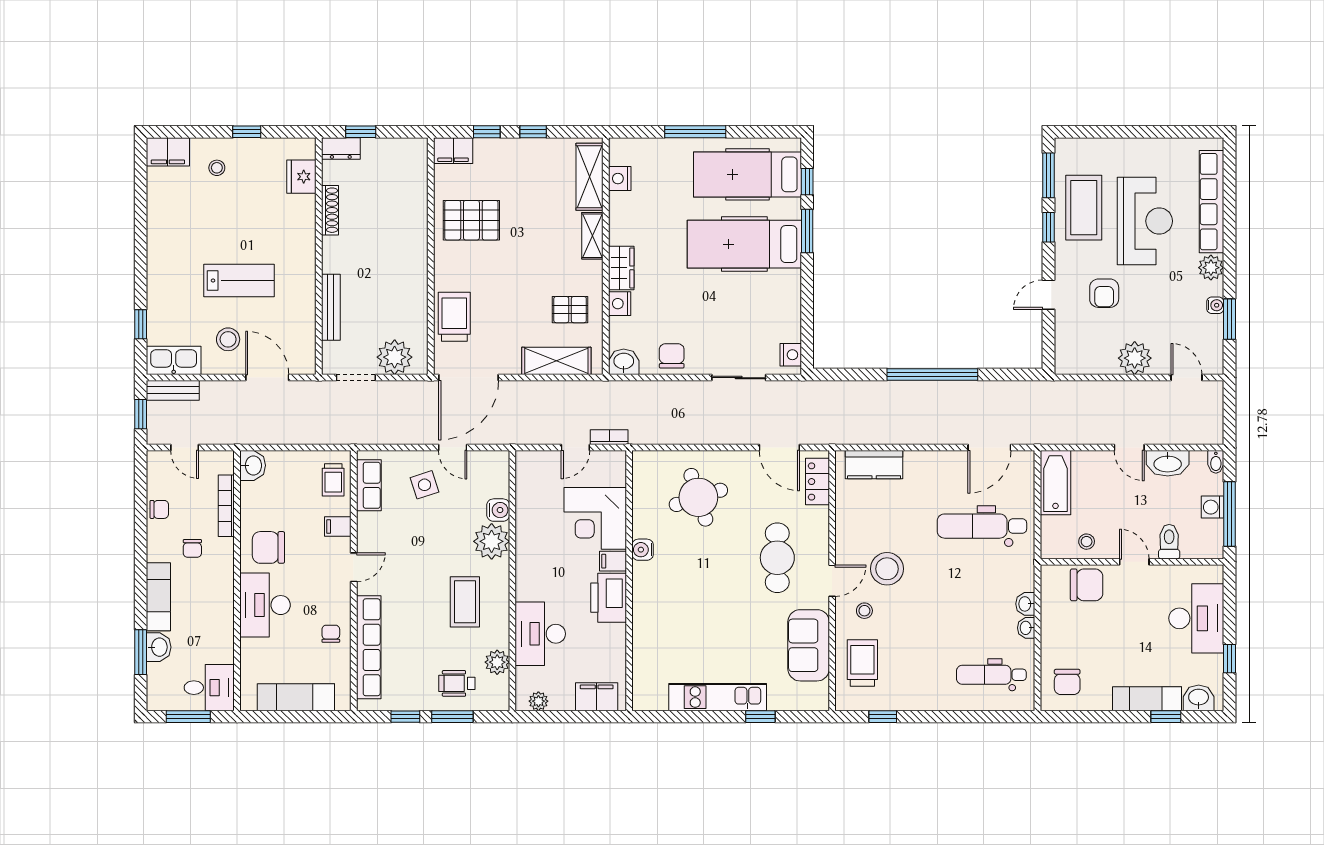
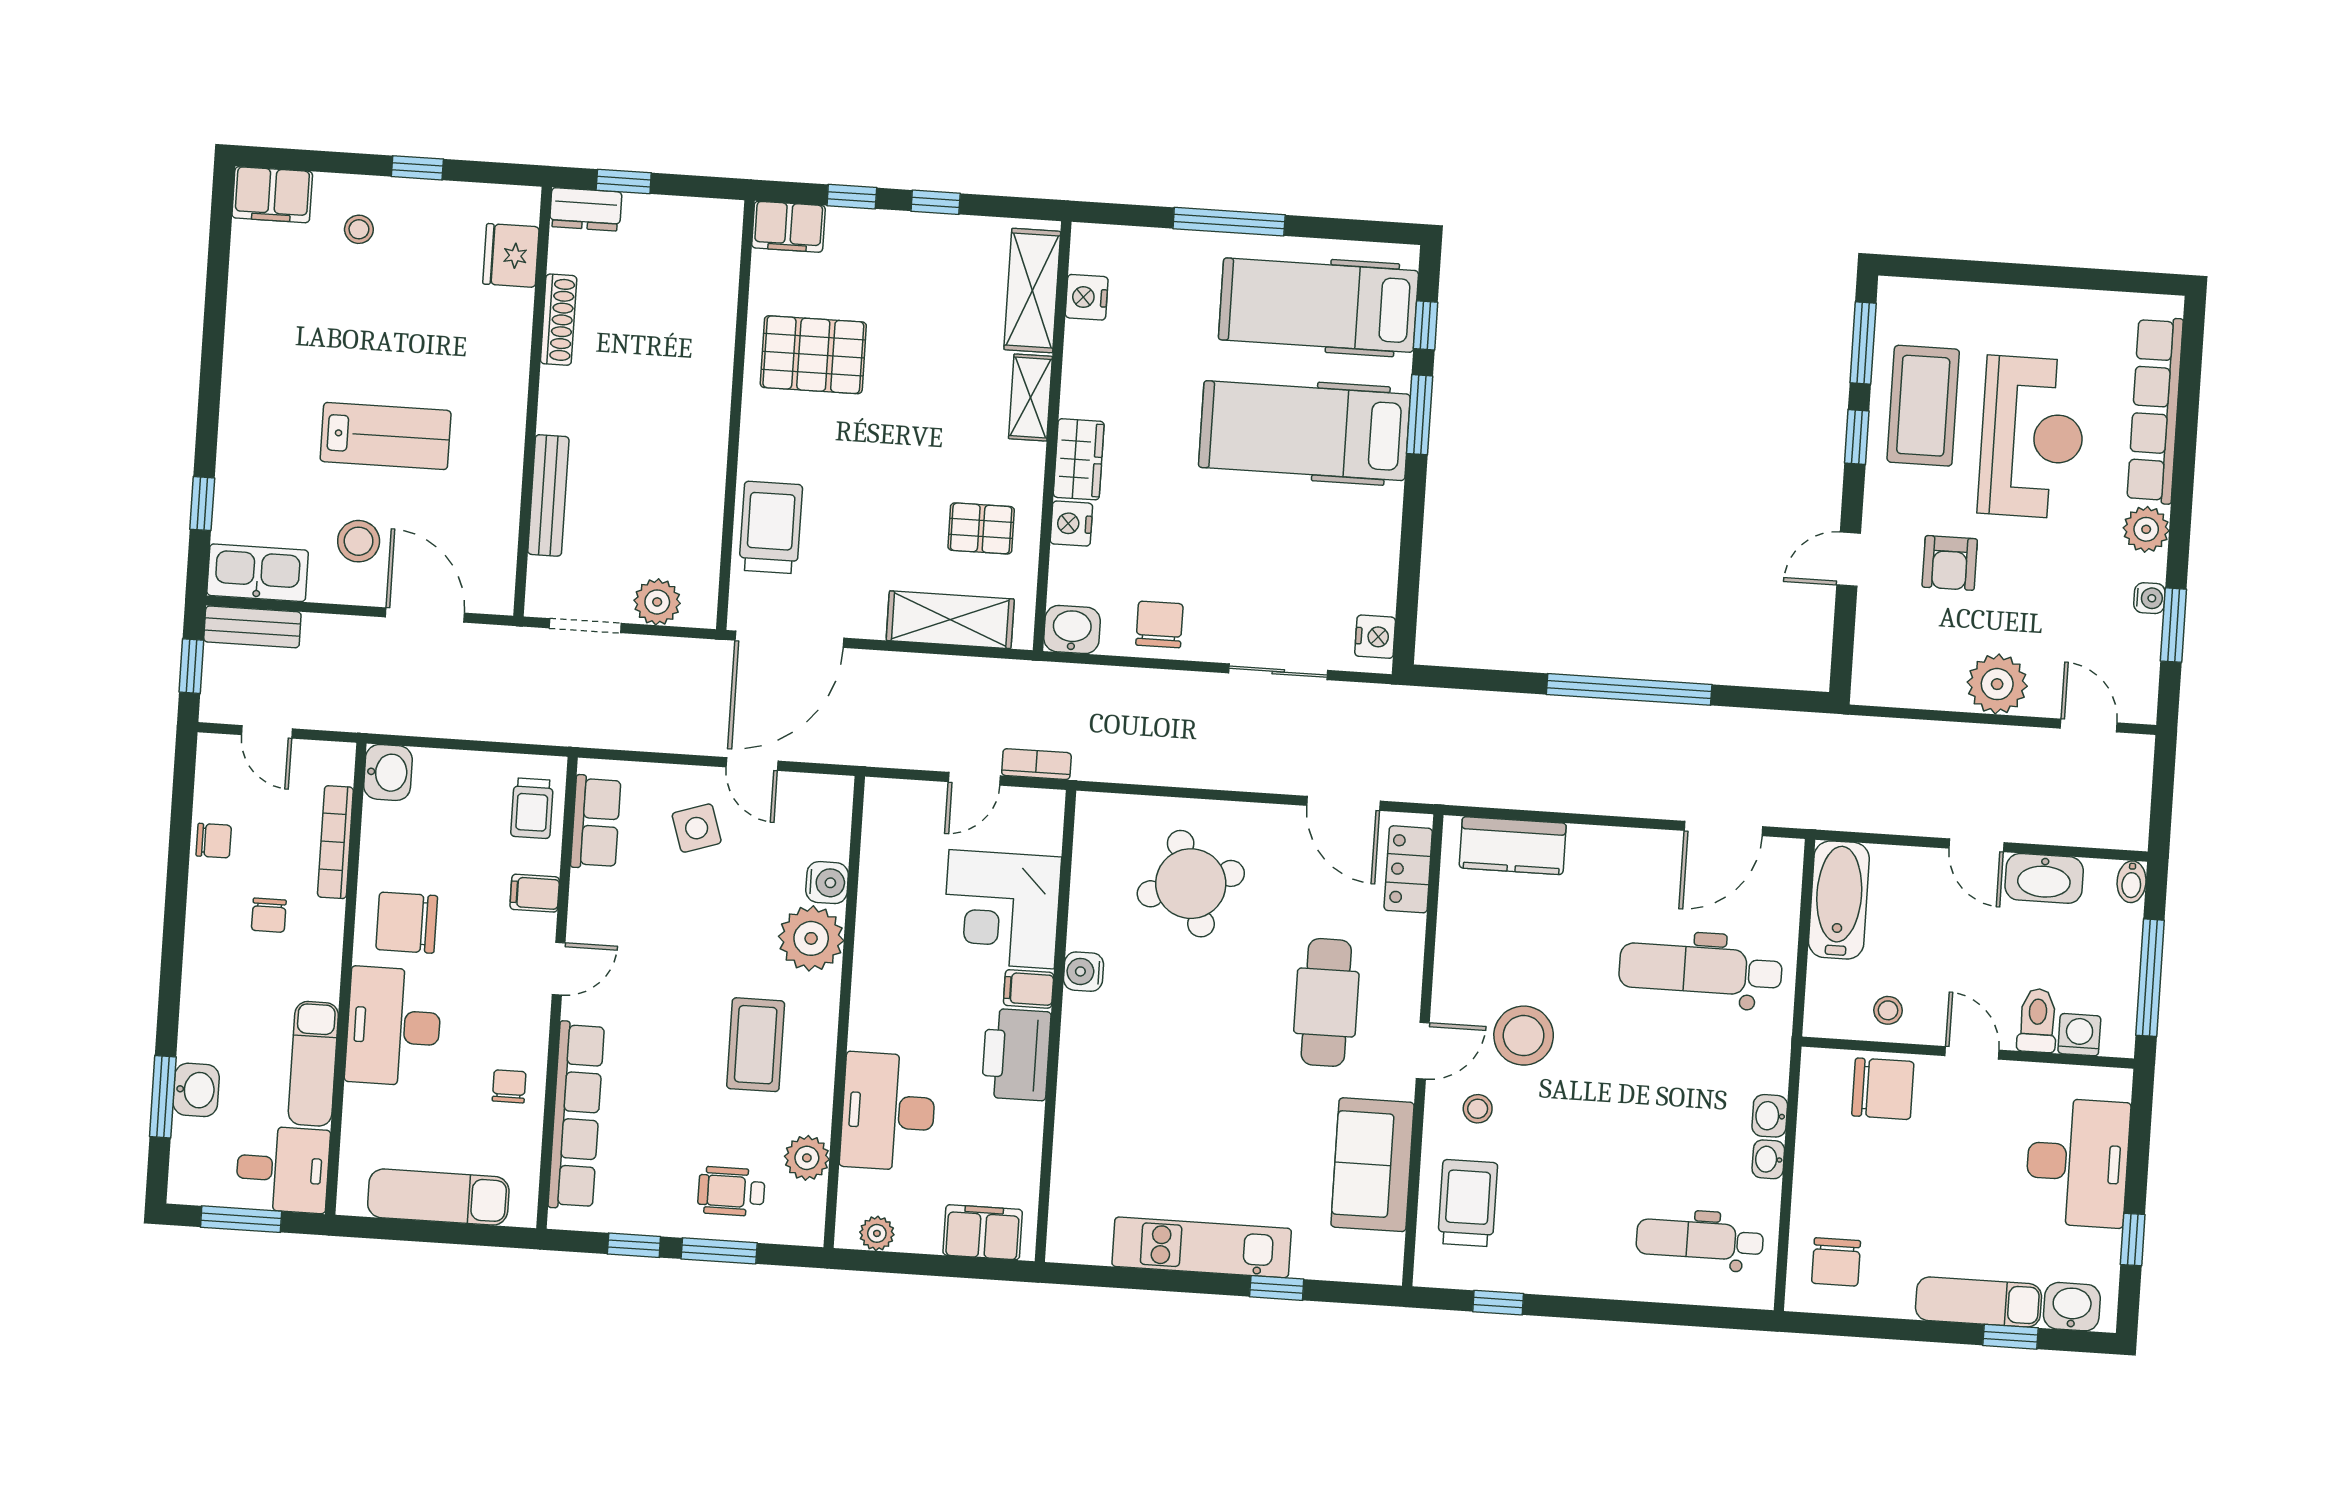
plant: (395, 357) -> (657, 602), width x0.73, depth x0.73
washing machine: (1213, 507) -> (2079, 1035), moved, turned 90
exam couch: (158, 597) -> (313, 1064), moved, turned 180

